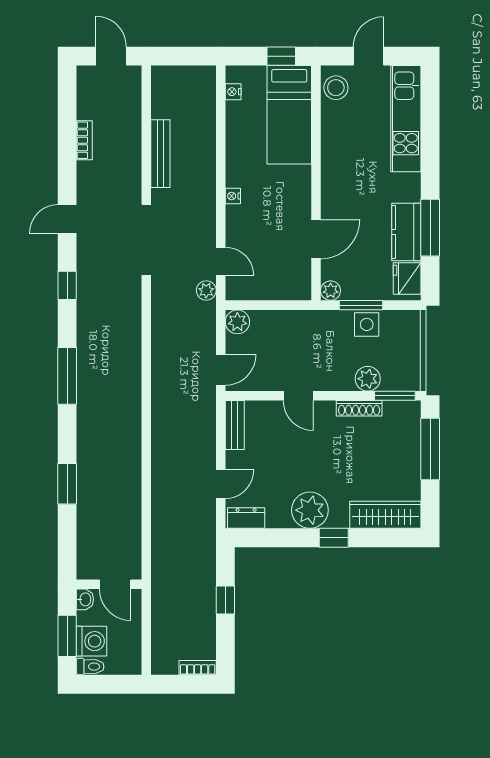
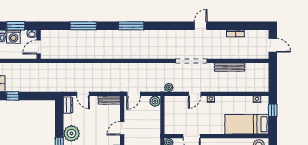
door: (111, 56) -> (273, 45), hinge flipped
window: (281, 56) -> (273, 110), moved
door: (67, 219) -> (201, 26), hinge flipped
door: (221, 261) -> (195, 94), moved
window: (67, 285) -> (171, 26), removed
door: (221, 370) -> (134, 94), hinge flipped
window: (67, 484) -> (83, 26), width x1.44
window: (225, 600) -> (13, 96), moved

